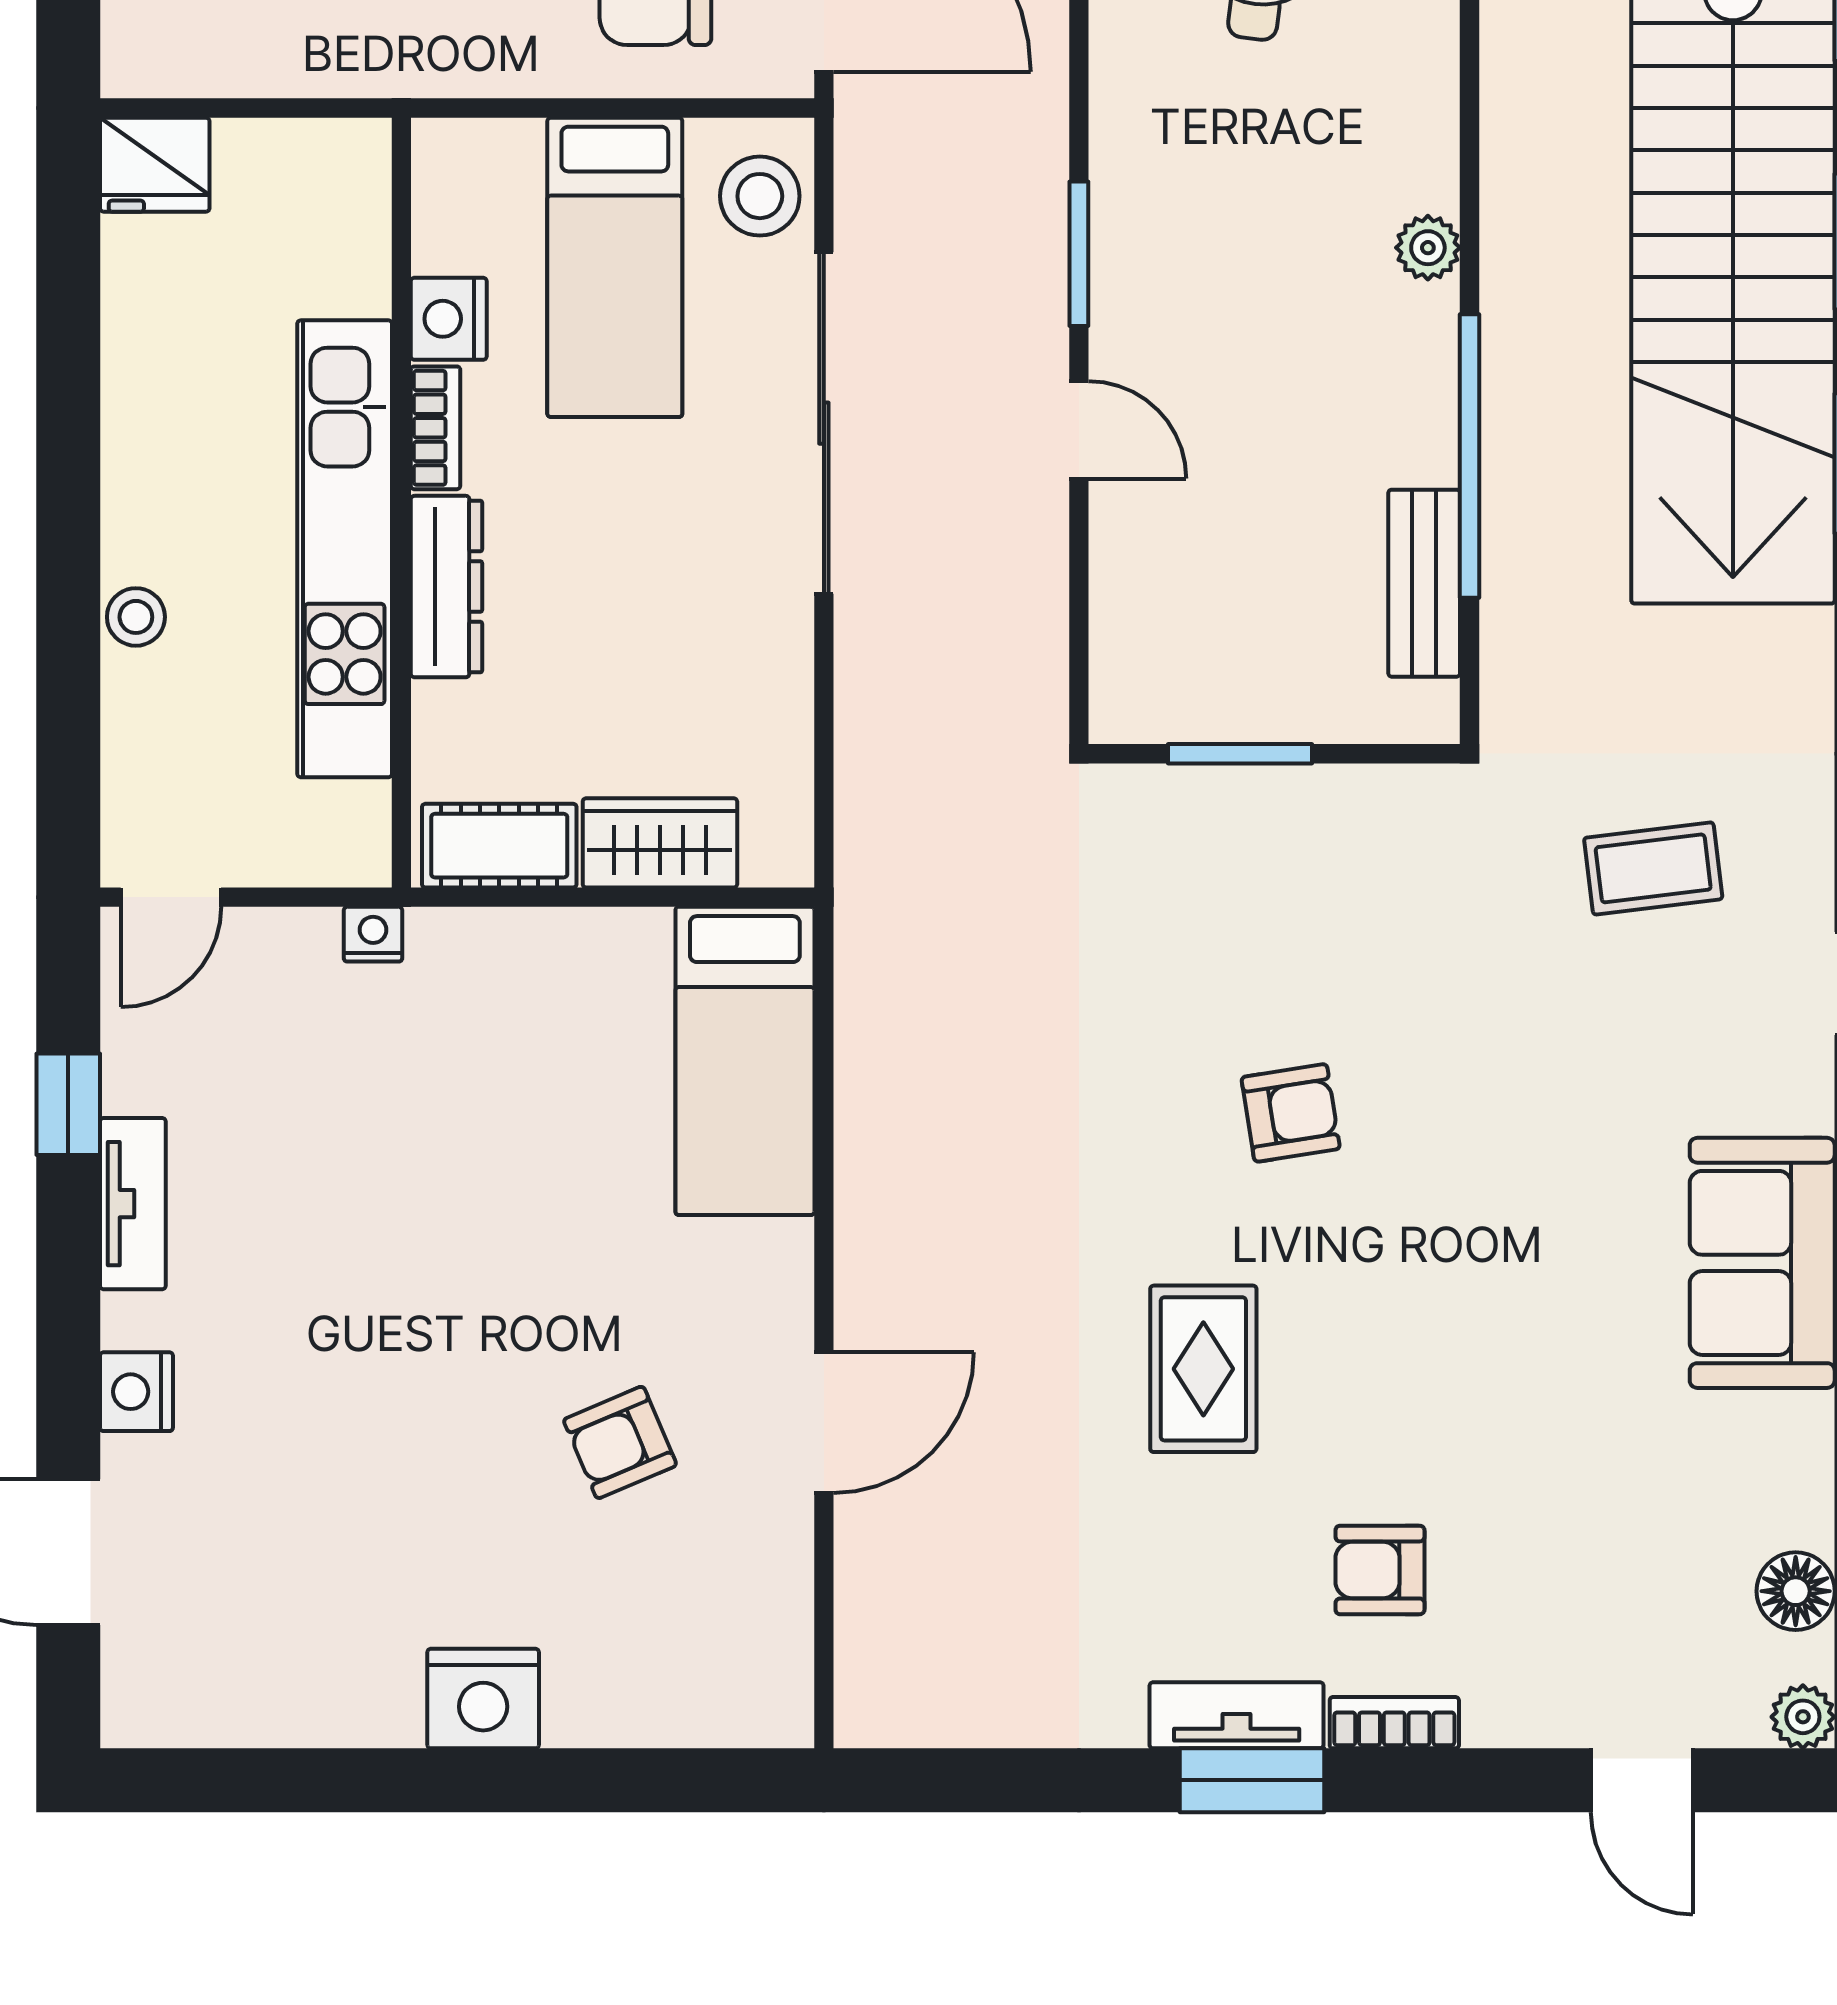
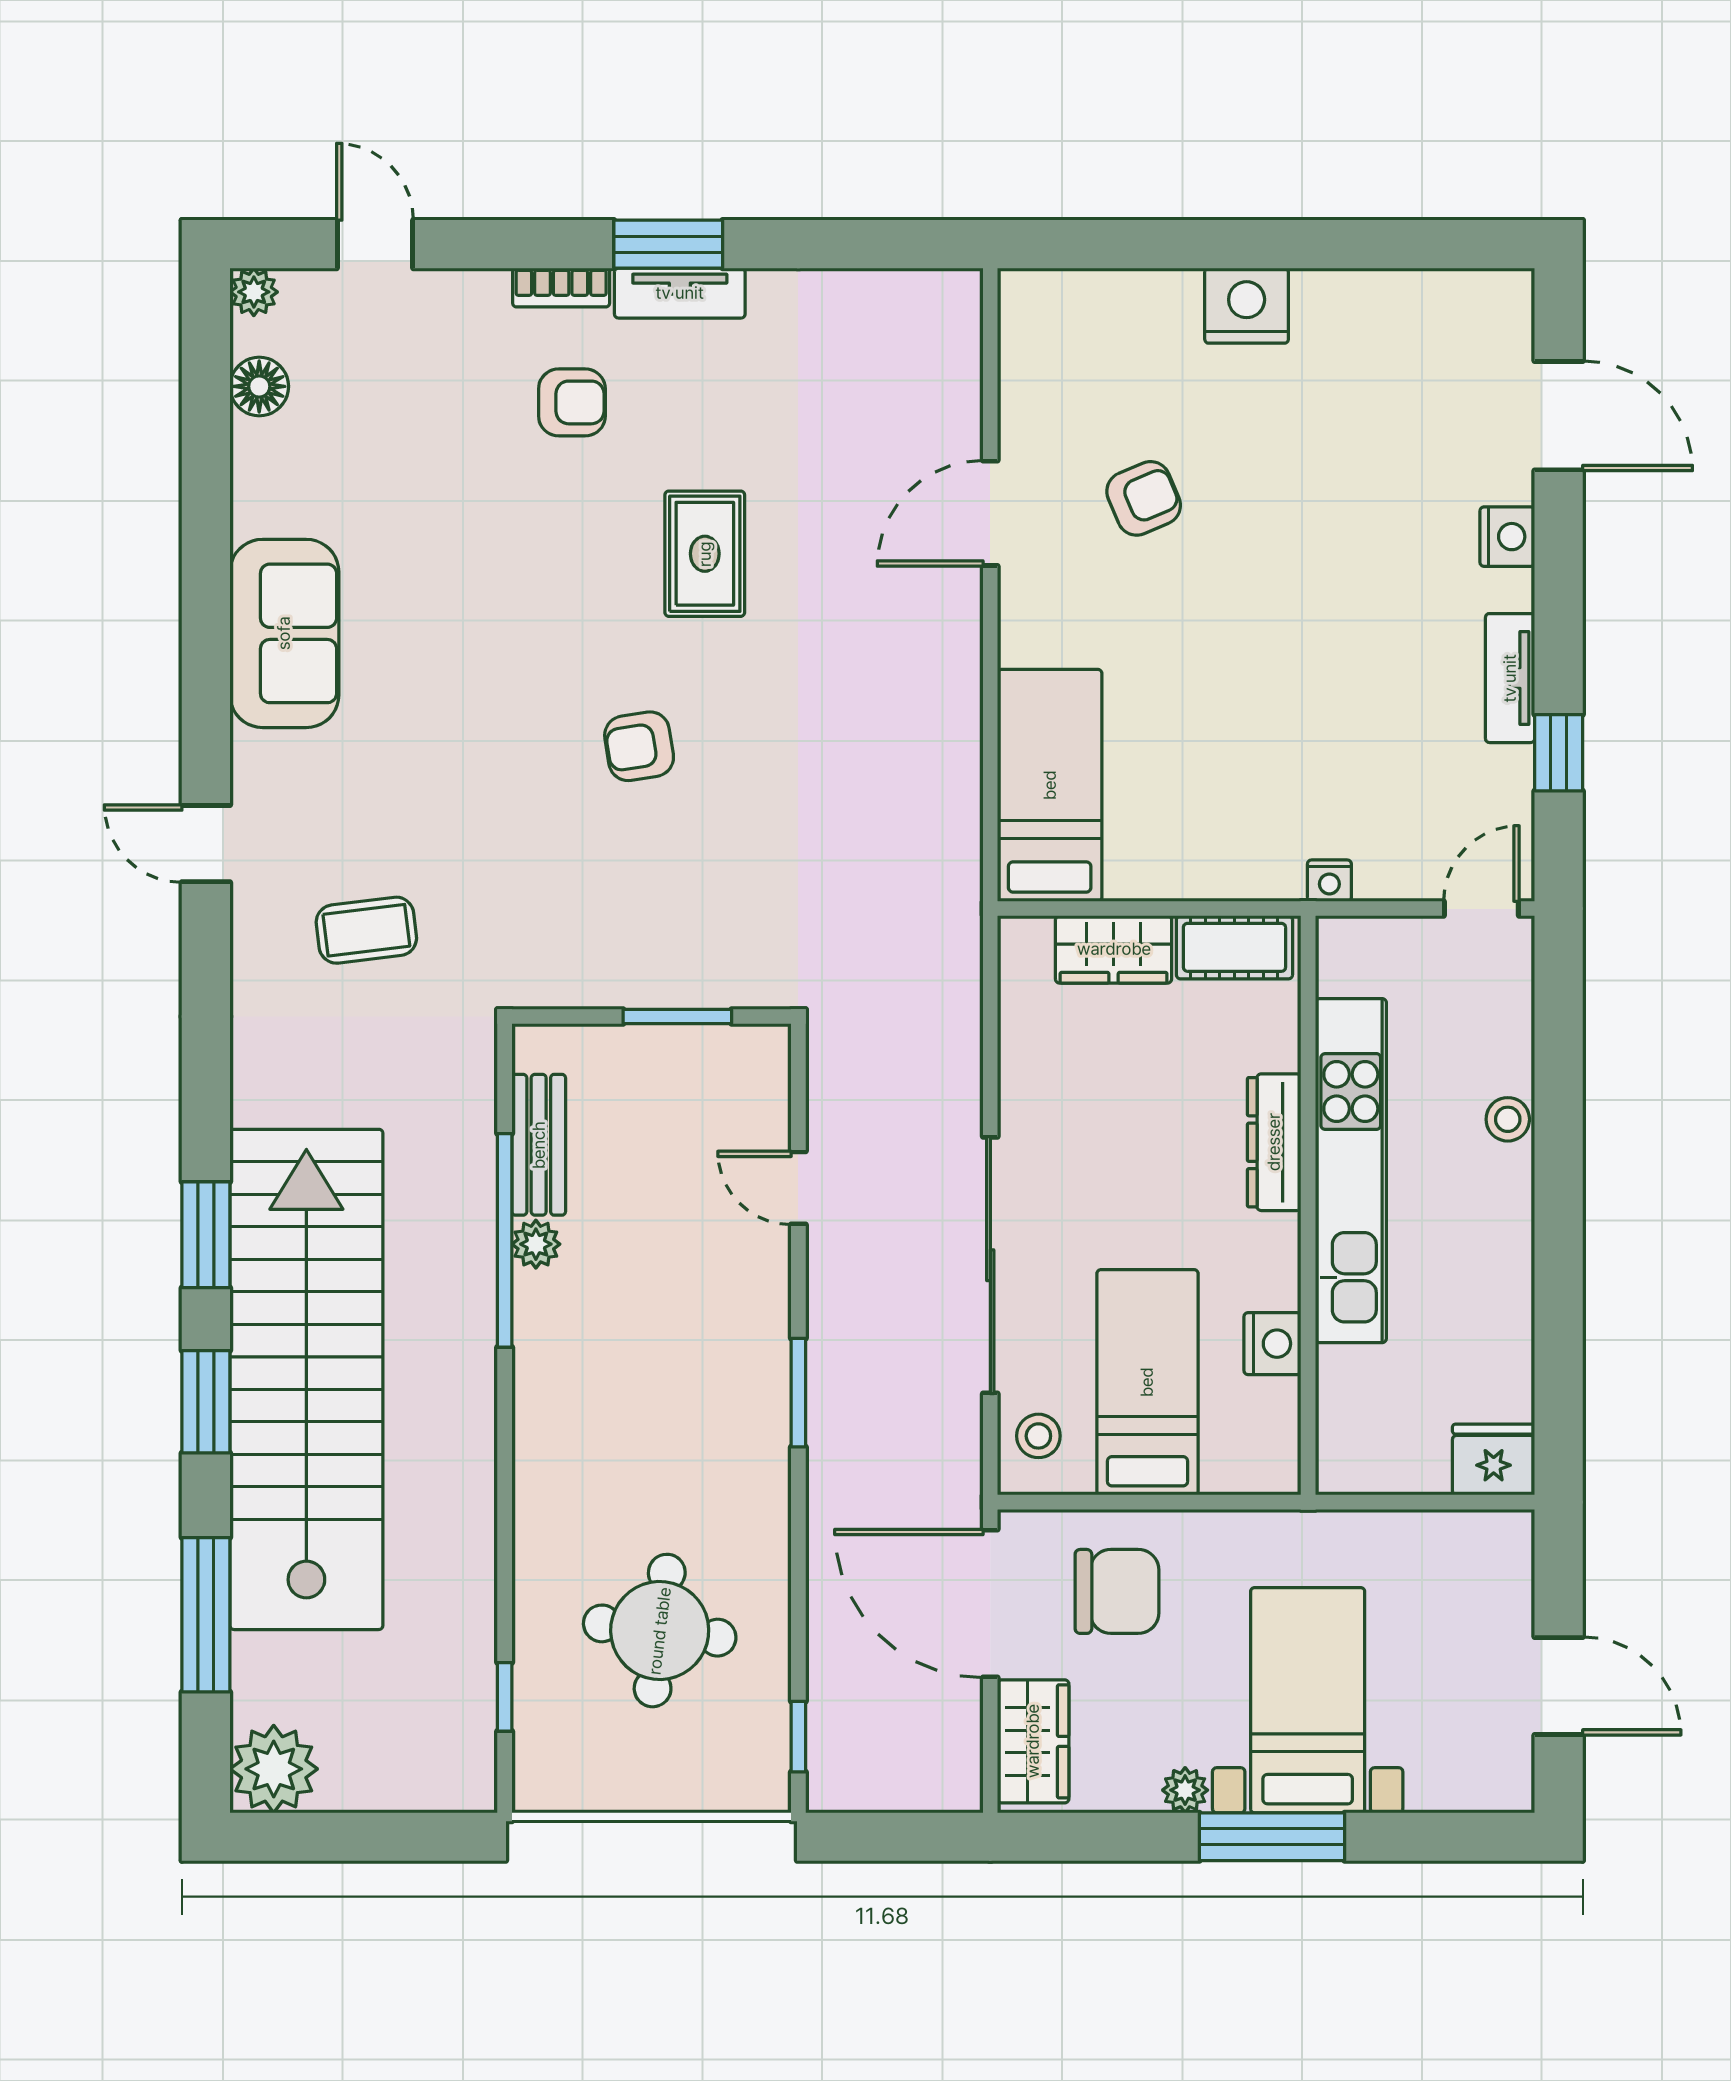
stool: (760, 196) -> (1038, 1436), width x0.73, depth x0.73
plant: (1428, 248) -> (536, 1244), moved
bookcase: (436, 428) -> (1282, 1262), removed
door: (1079, 430) -> (798, 1188), moved

